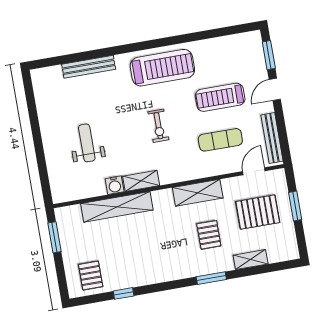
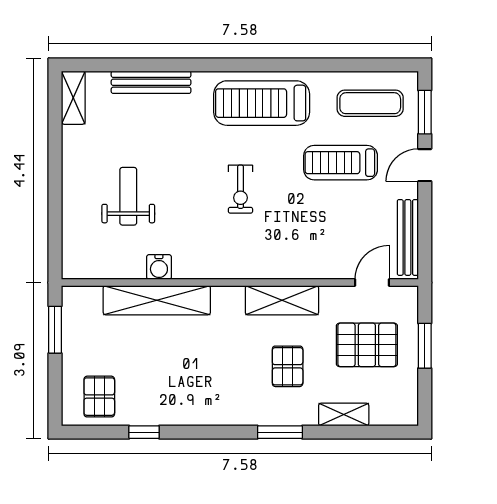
treadmill: (162, 68) -> (262, 103), turned 180
exercise mat: (220, 140) -> (370, 103), moved
shelving: (141, 181) -> (73, 98), moved, turned 90

